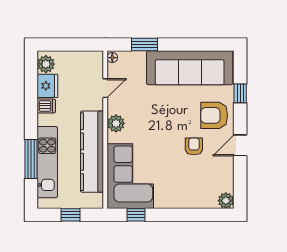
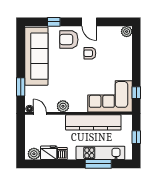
door: (105, 88) -> (40, 113), moved
armchair: (214, 115) -> (69, 40), turned 90
plant: (116, 123) -> (63, 106), moved

